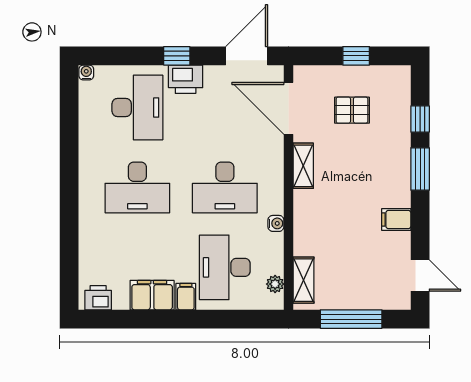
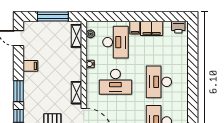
desk: (137, 187) -> (159, 82), turned -90
desk: (225, 187) -> (115, 82), turned 180

